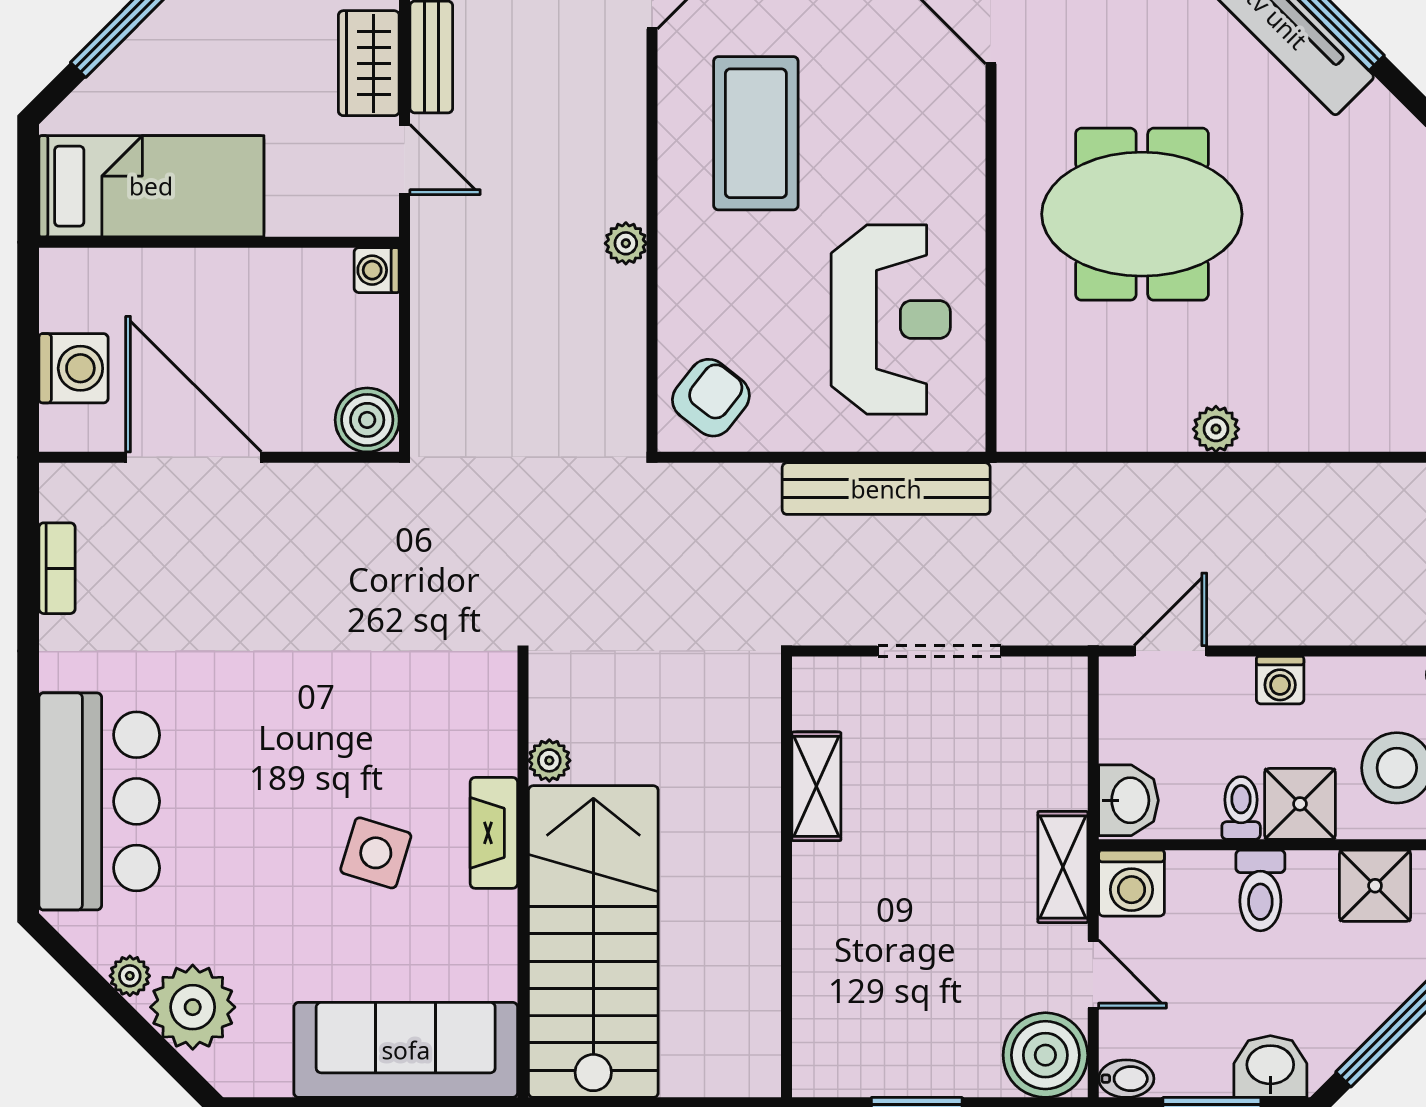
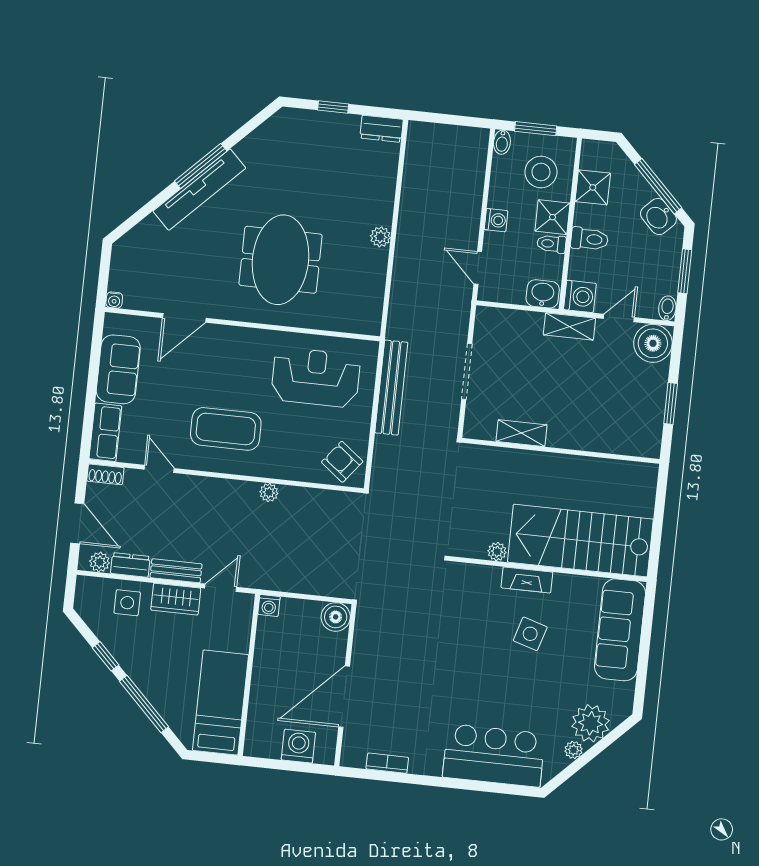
washbasin: (1270, 1067) -> (658, 217), moved, turned -45

